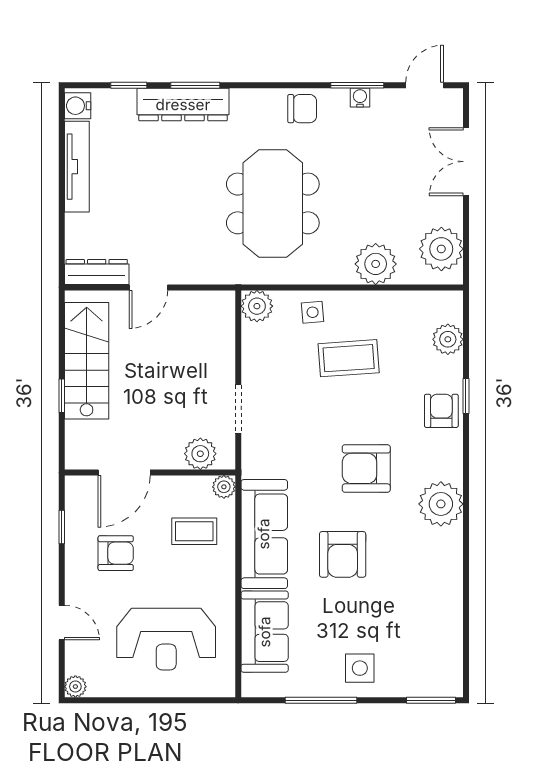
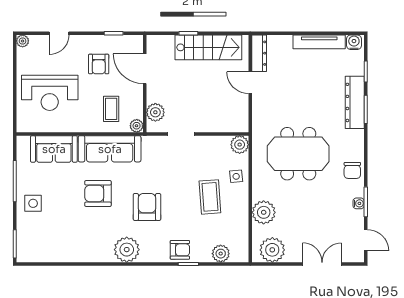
reception desk: (166, 639) -> (50, 93), turned -90

